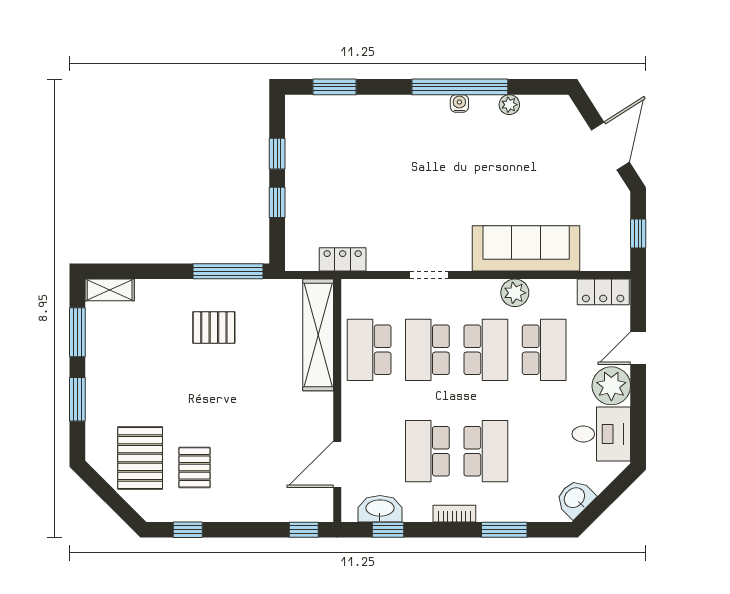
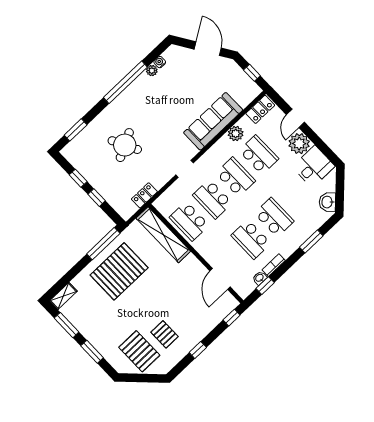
water cooler: (459, 103) -> (160, 62), moved
round table: (380, 169) -> (125, 145), added
plant: (515, 293) -> (236, 134), moved
pallet: (214, 328) -> (119, 271), width x2.05, depth x2.00
washbasin: (380, 509) -> (260, 278), width x0.52, depth x0.69
bookcase: (454, 514) -> (274, 265), moved
window: (188, 530) -> (198, 350), moved

